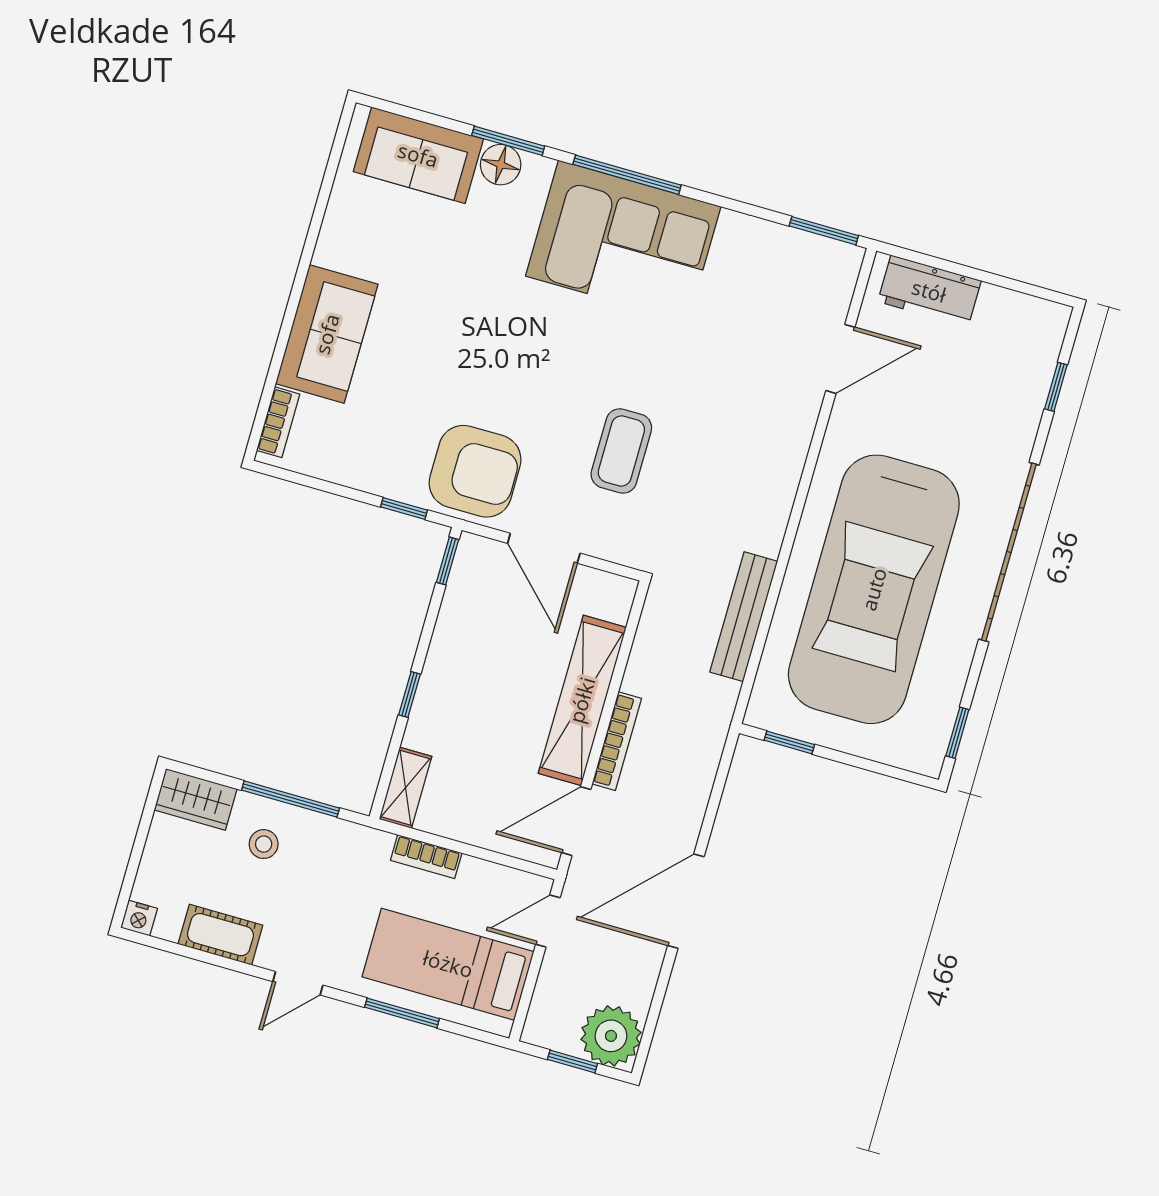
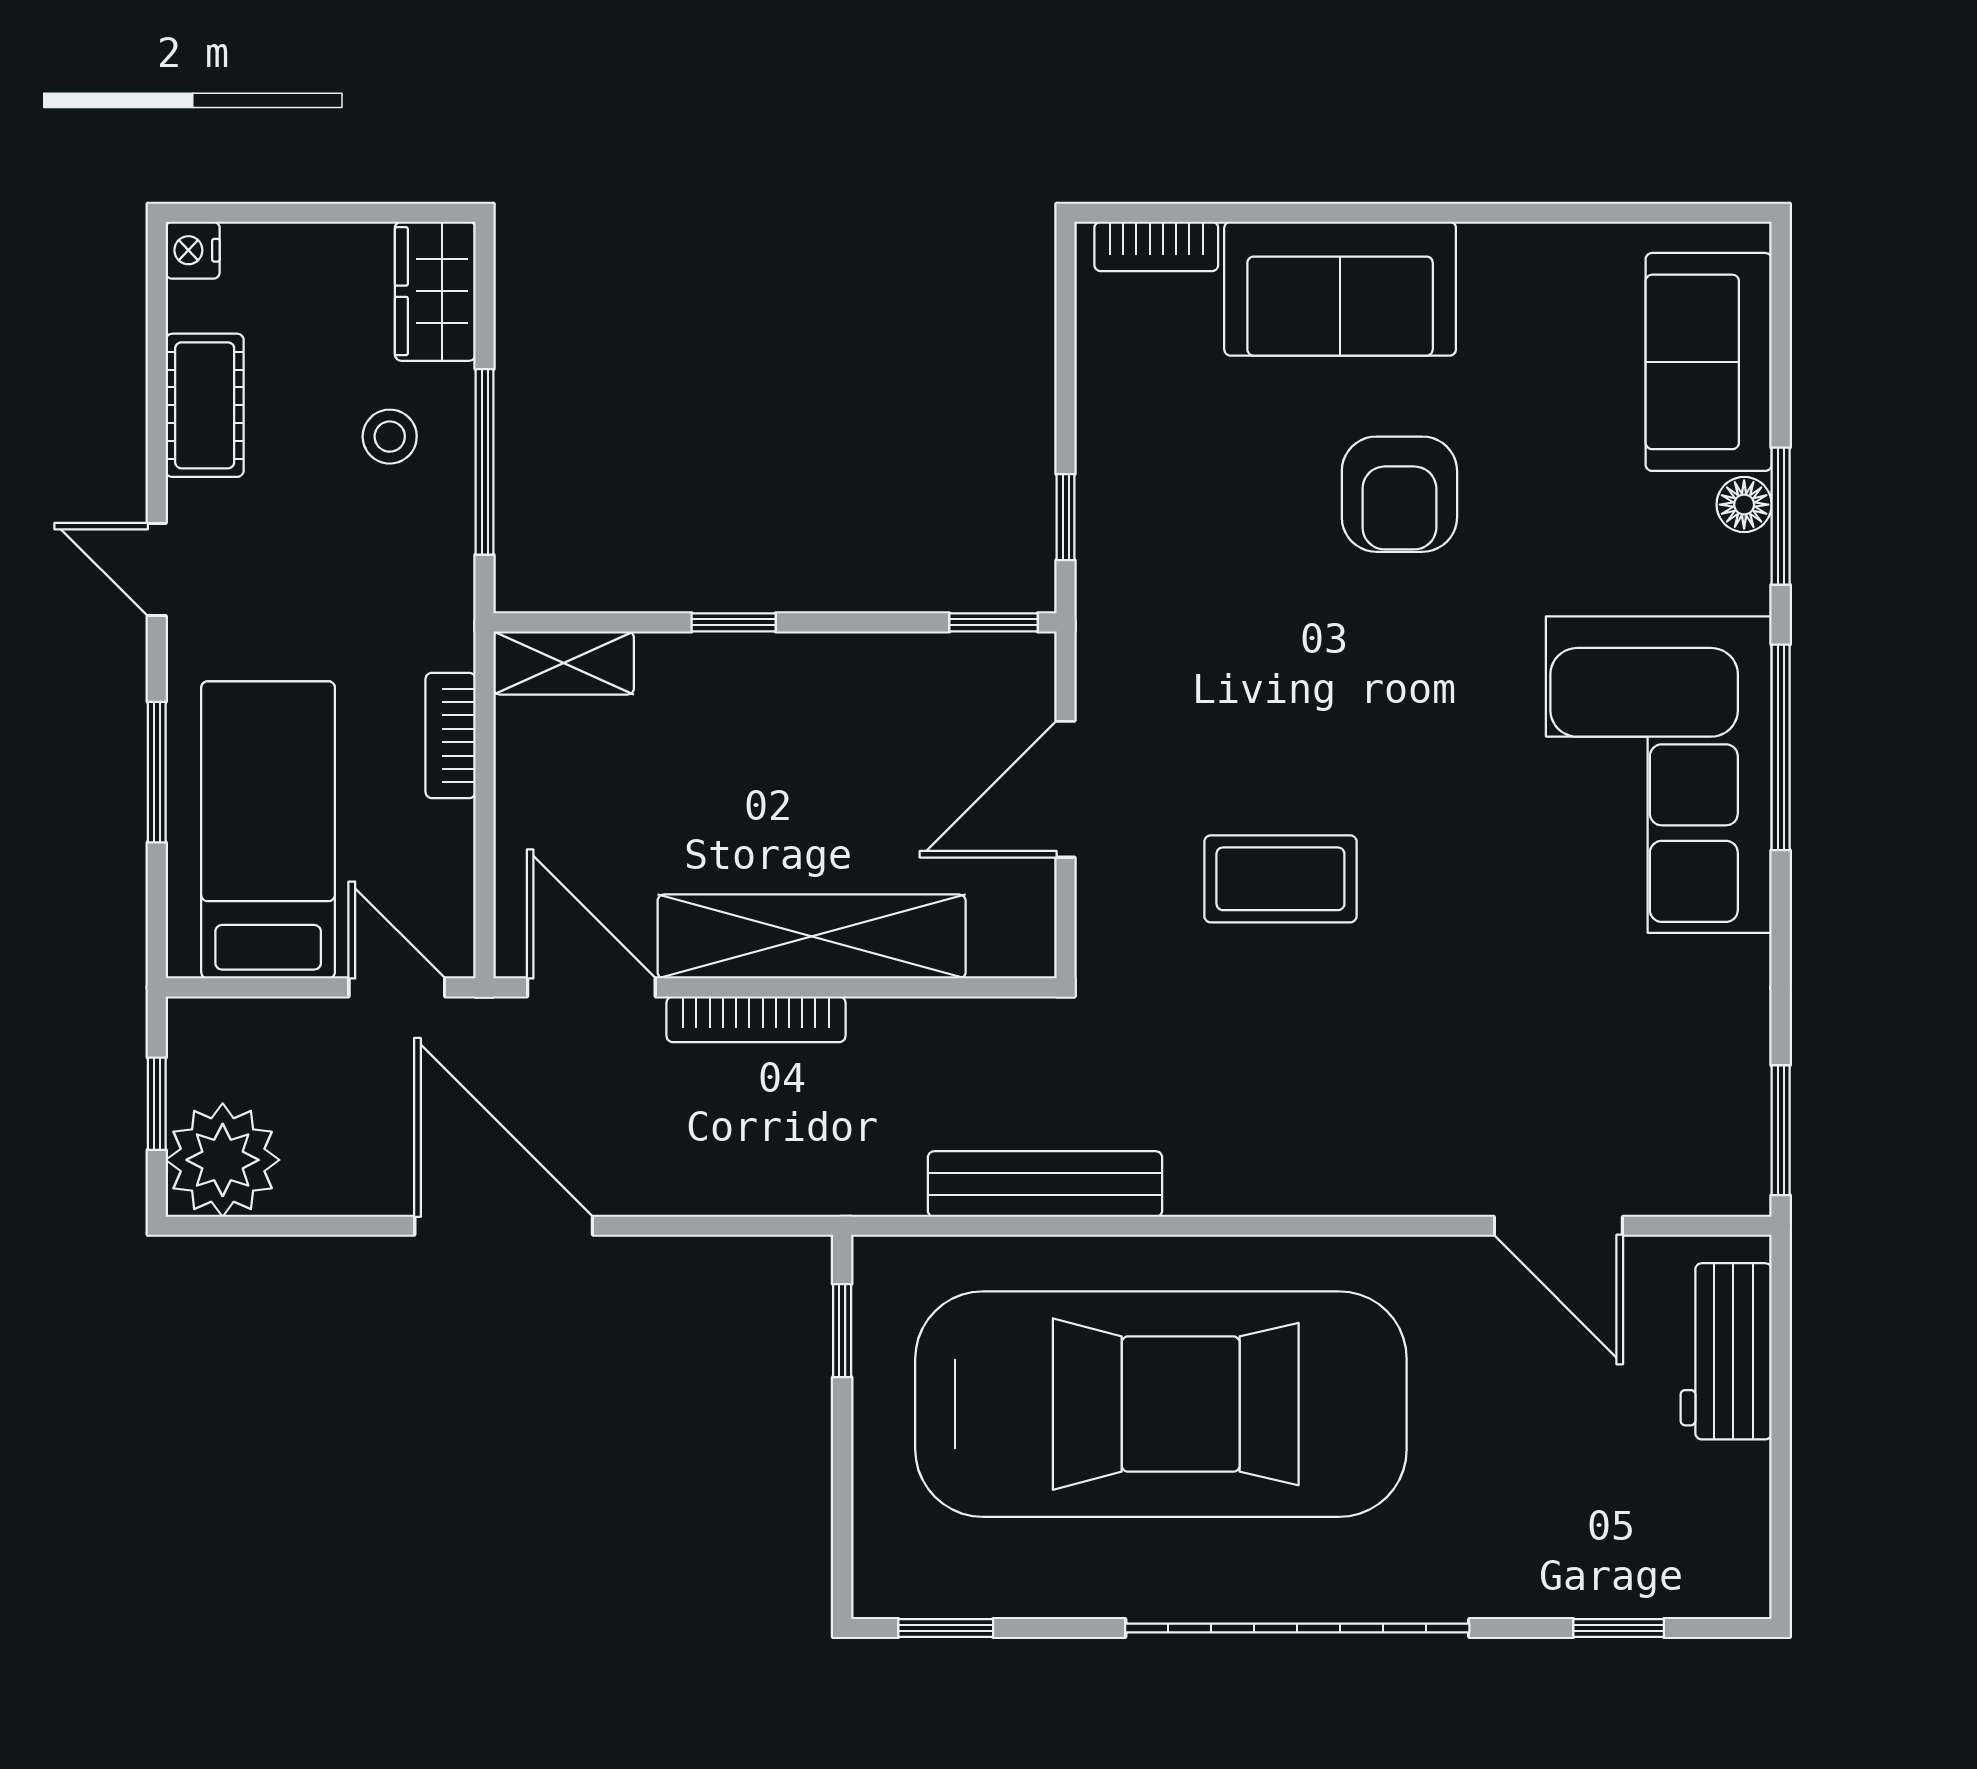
floor lamp: (501, 165) -> (1744, 505), width x0.73, depth x0.73
armchair: (475, 471) -> (1399, 494), moved, width x0.73, depth x0.73
car: (874, 589) -> (1161, 1404), turned 180

